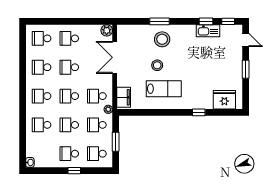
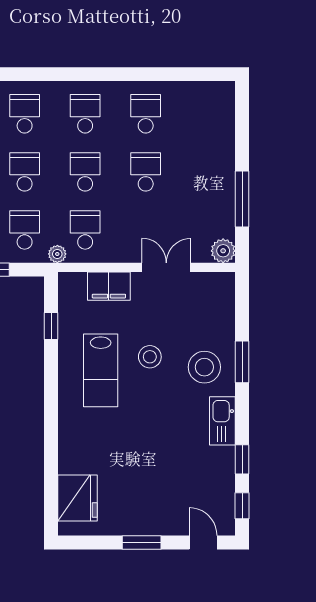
window: (82, 21) -> (242, 199), added
kitchen sink: (208, 31) -> (222, 421), moved
school desk: (42, 38) -> (206, 114), removed
school desk: (69, 38) -> (206, 172), removed
door: (246, 40) -> (203, 543), swing flipped
double door: (115, 57) -> (166, 267), width x0.73
filing cabinet: (124, 97) -> (109, 286), moved
window: (199, 112) -> (51, 326), moved

